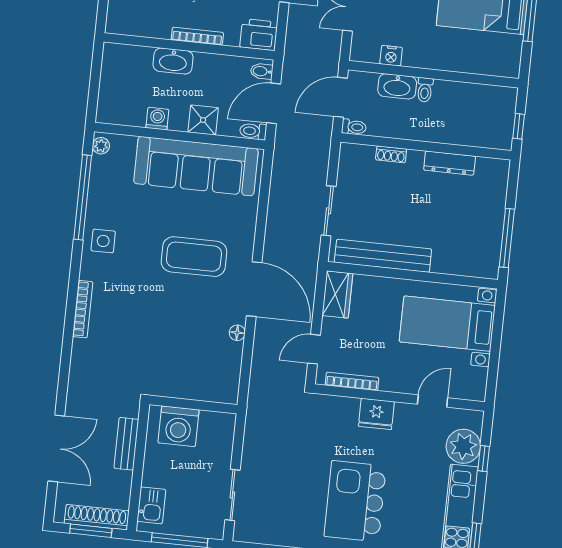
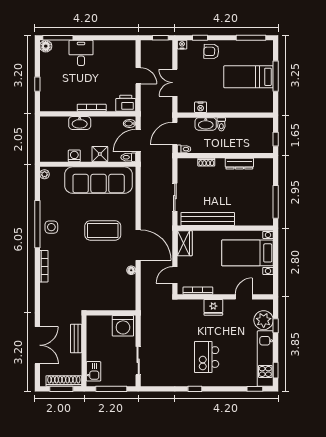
window: (83, 197) -> (37, 224), moved
washing machine: (178, 426) -> (123, 326), moved
kitchen island: (355, 501) -> (207, 357), width x0.73, depth x0.78

